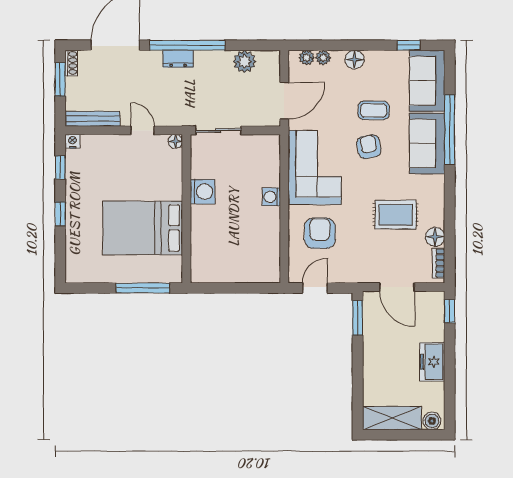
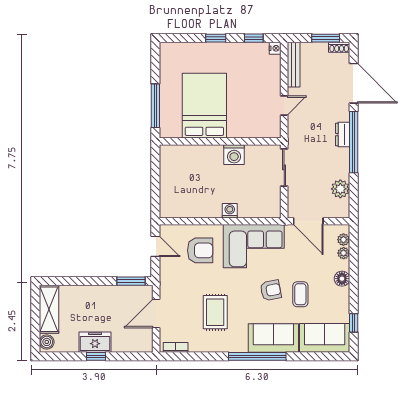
window: (450, 130) -> (257, 356), moved
floor lamp: (175, 141) -> (275, 132), removed
floor lamp: (435, 237) -> (197, 345), removed
window: (450, 311) -> (96, 356), moved

